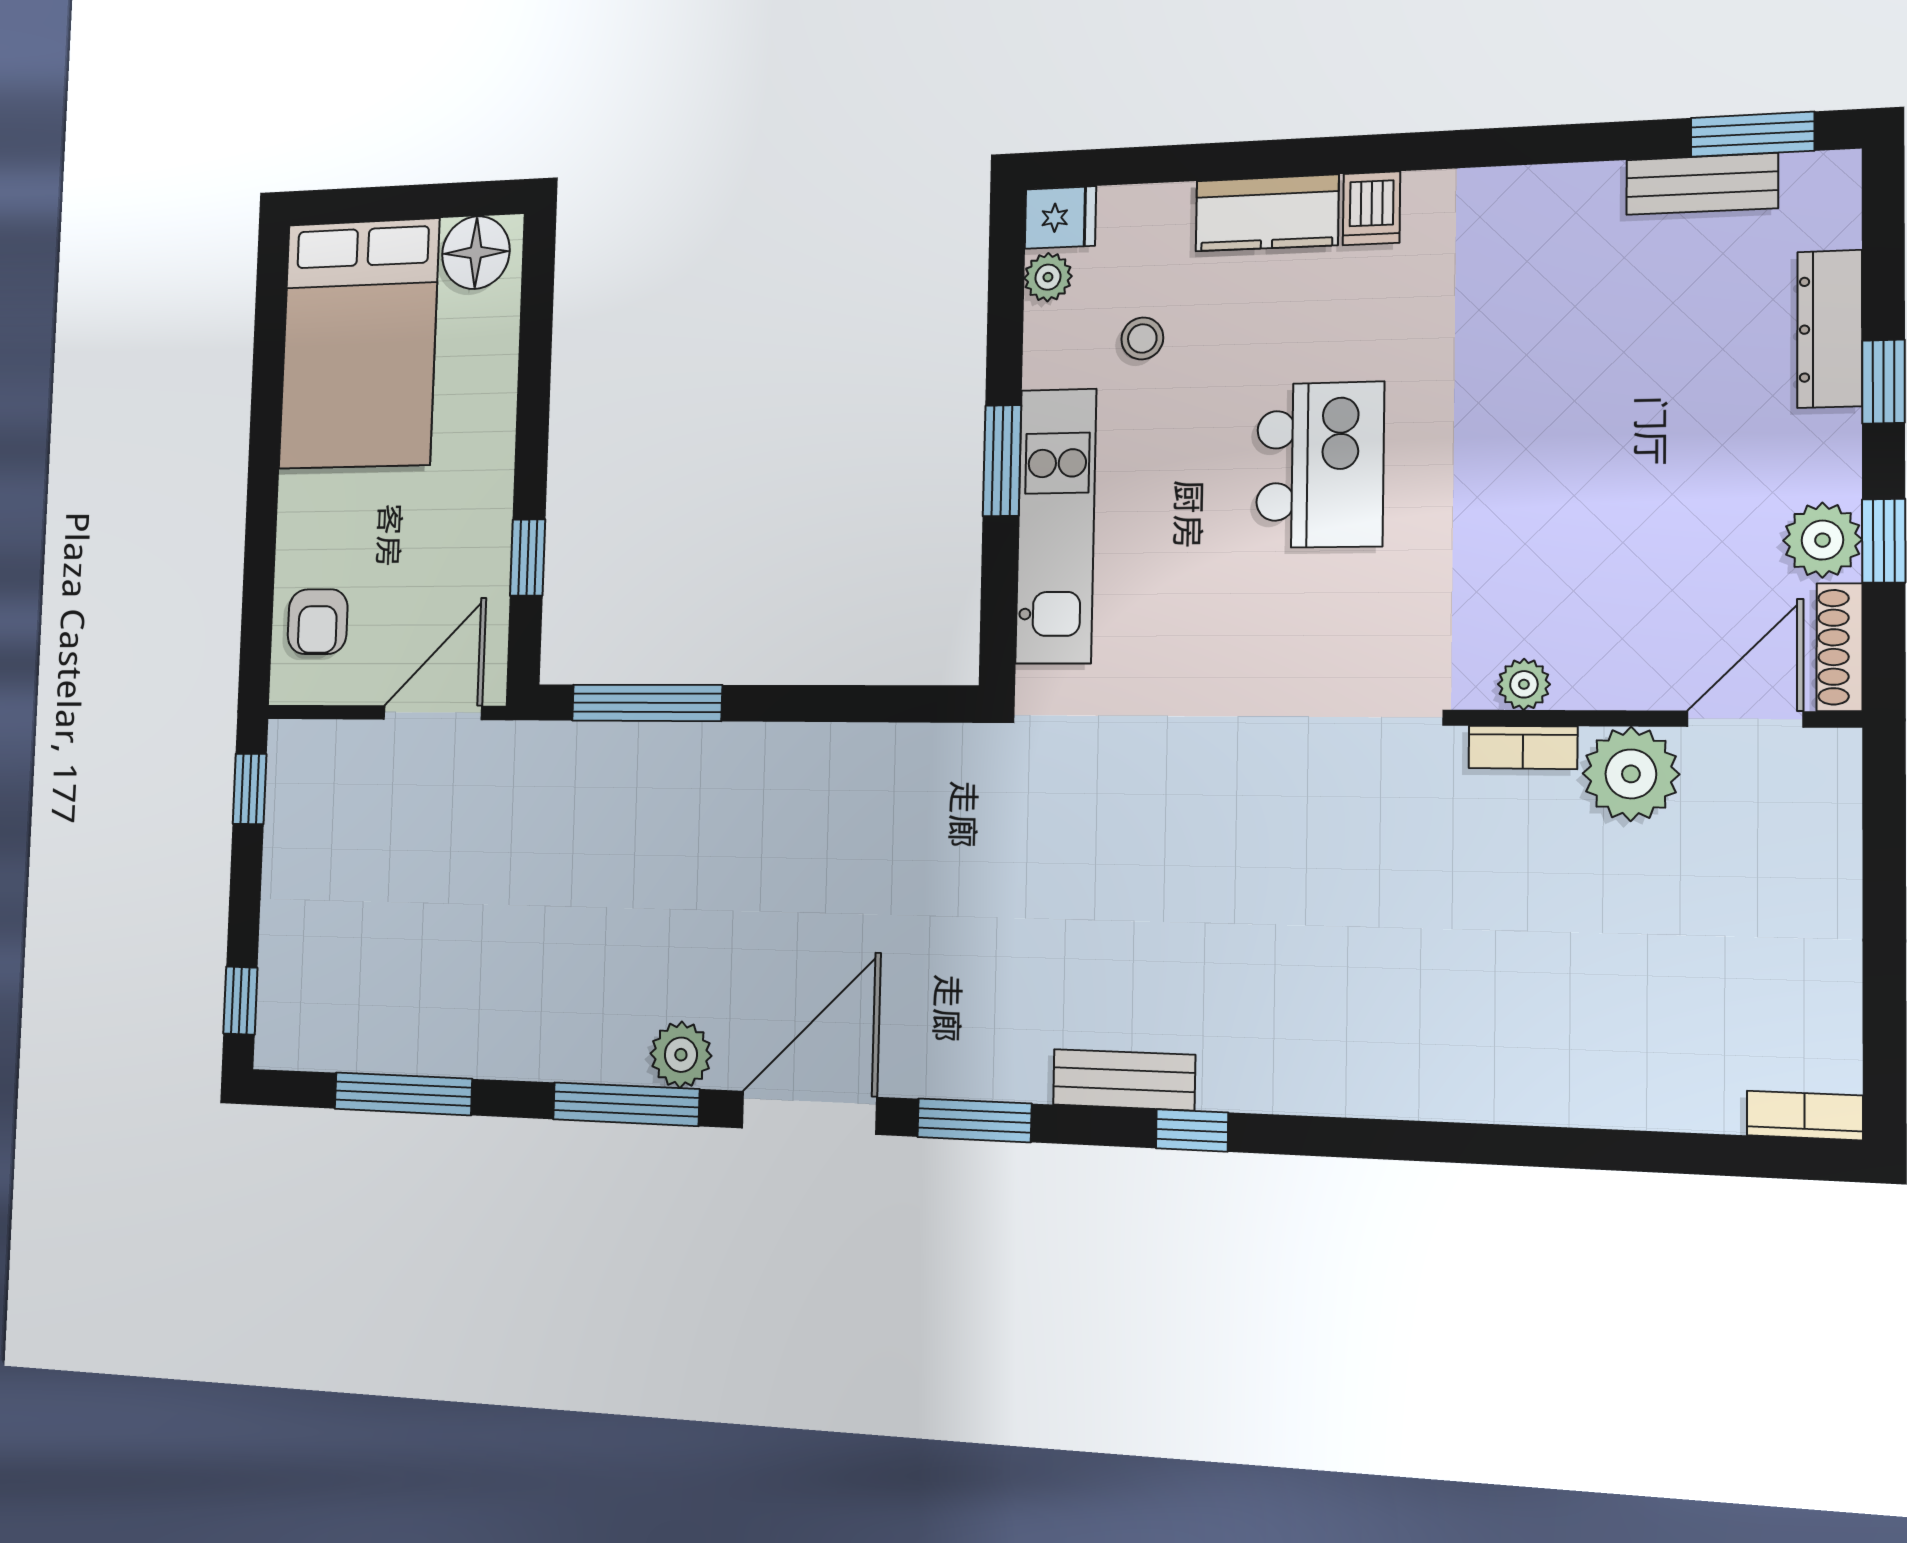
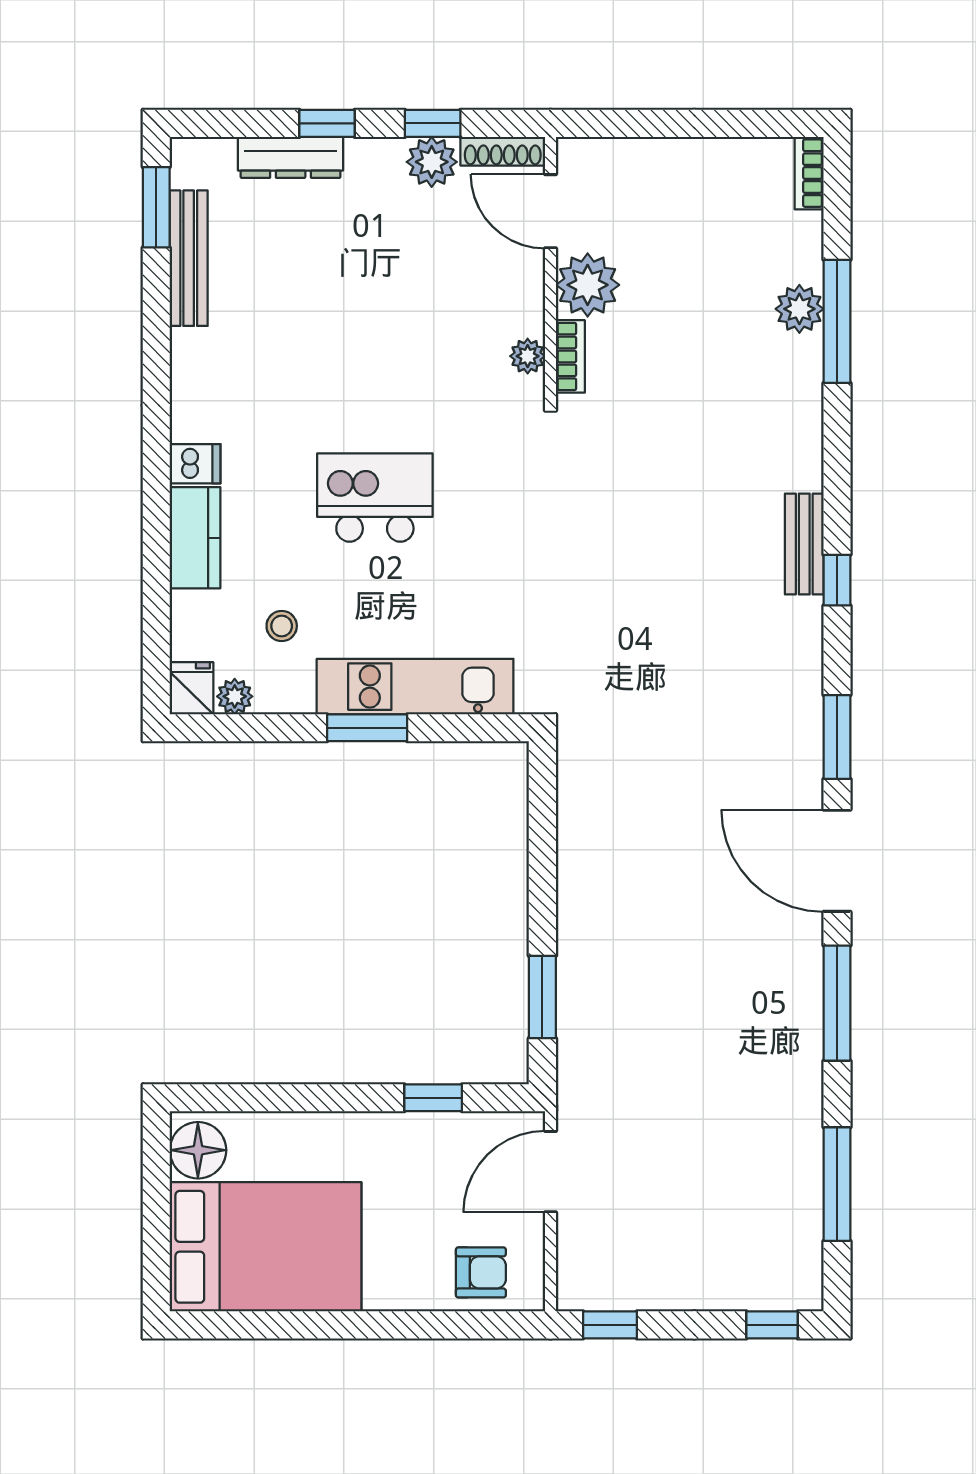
bench: (1702, 184) -> (189, 258), width x1.36
window: (647, 703) -> (542, 997), width x0.69
door: (433, 713) -> (550, 1172), hinge flipped
plant: (681, 1055) -> (799, 309), moved
bench: (1124, 1080) -> (804, 544), moved
window: (1573, 1148) -> (837, 321), added

